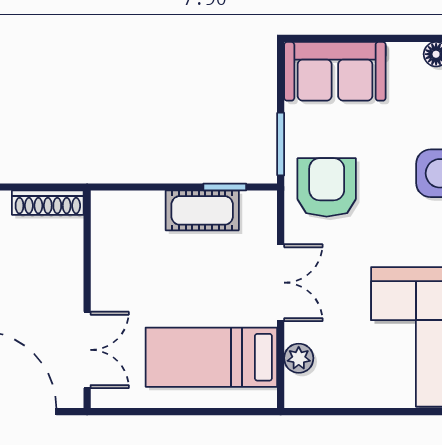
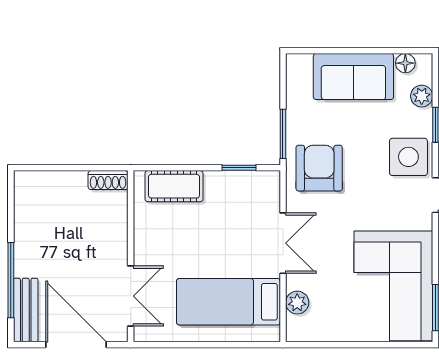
sofa: (335, 71) -> (353, 77), moved
shoe rack: (48, 203) -> (108, 180), width x0.70
cot: (202, 210) -> (174, 186), moved

